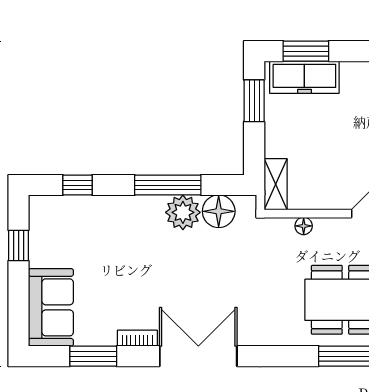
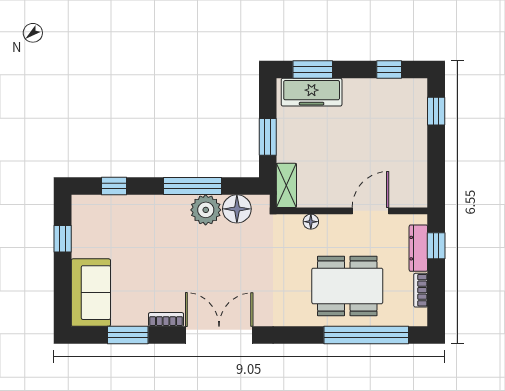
window: (254, 101) -> (268, 137), moved

